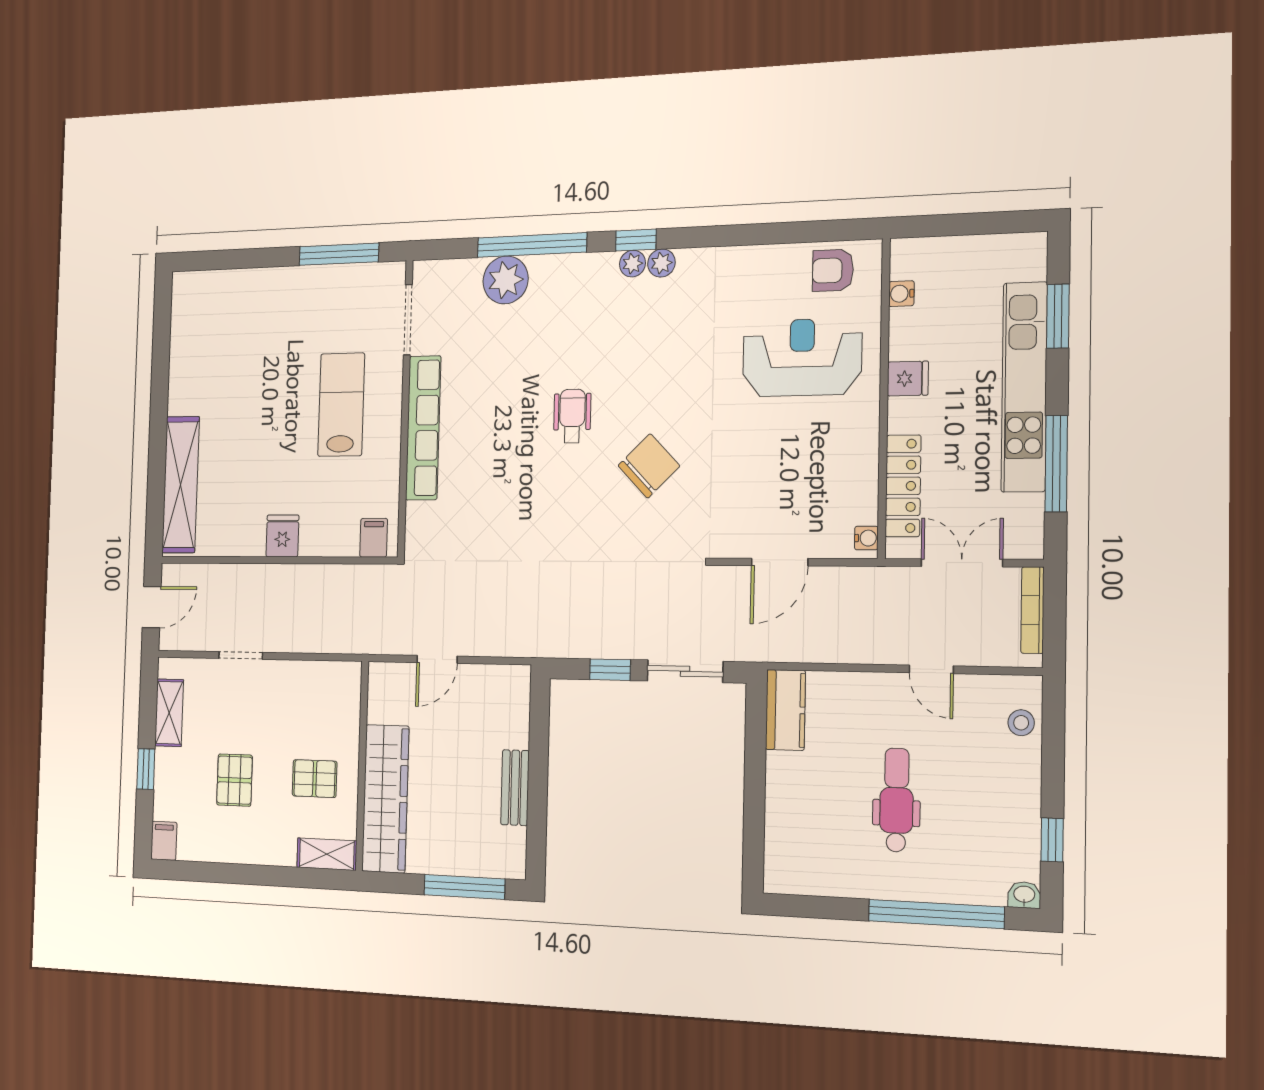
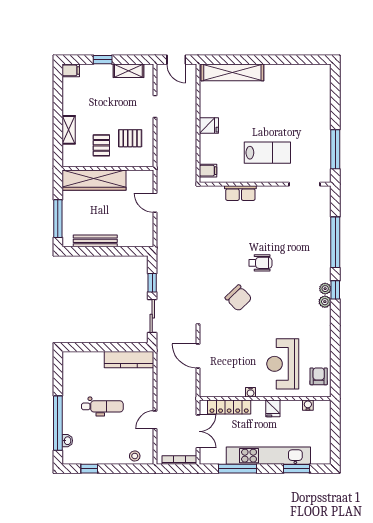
plant: (506, 280) -> (320, 230), removed
reception desk: (802, 357) -> (283, 364), turned 180
row of seats: (423, 428) -> (240, 193), width x0.50
water cooler: (866, 538) -> (251, 392), moved
kitchen counter: (785, 710) -> (129, 360), width x1.50
pallet: (235, 780) -> (130, 138), moved
bench: (515, 788) -> (95, 241), width x1.36
shelving: (327, 854) -> (69, 130), moved
washbasin: (1024, 895) -> (67, 441), moved

